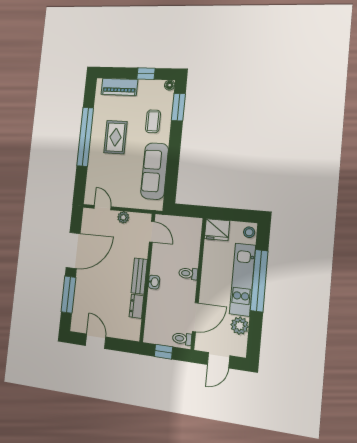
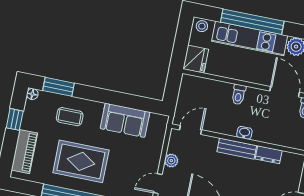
rug: (115, 137) -> (81, 161), width x1.36, depth x1.43
sofa: (155, 171) -> (125, 120), width x0.73

